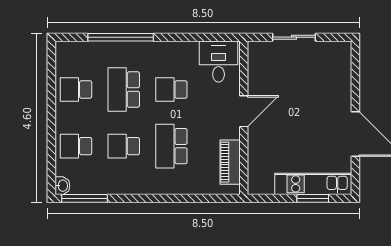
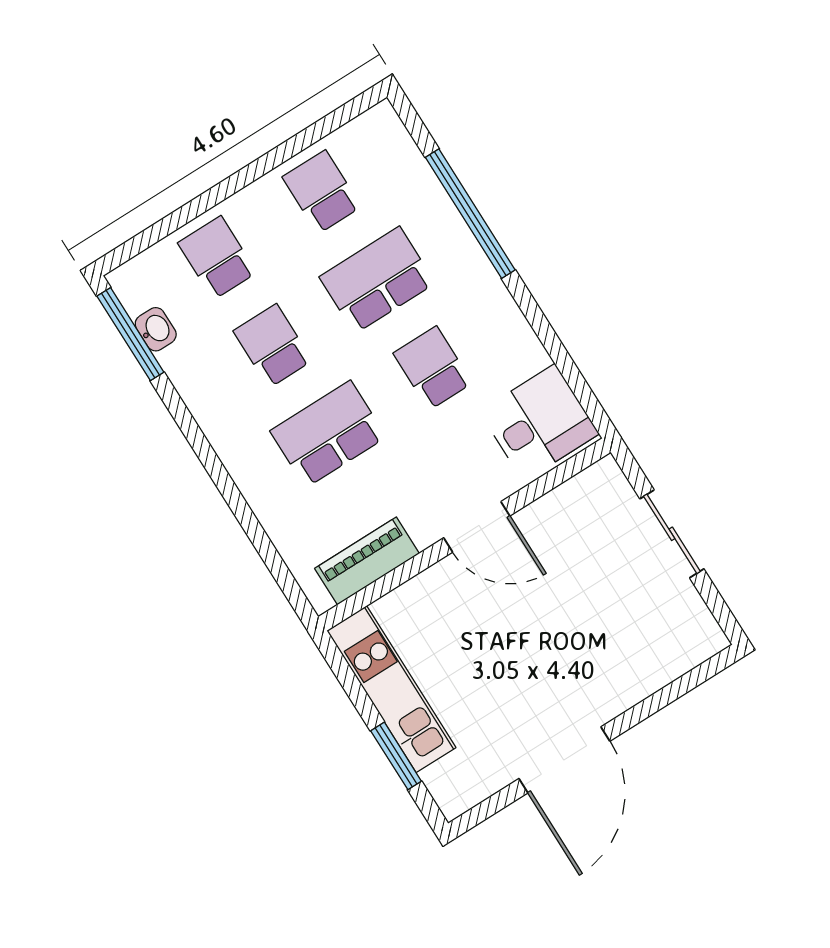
kitchen unit: (313, 184) -> (391, 689), moved
washbasin: (62, 186) -> (156, 329), moved, turned -90

